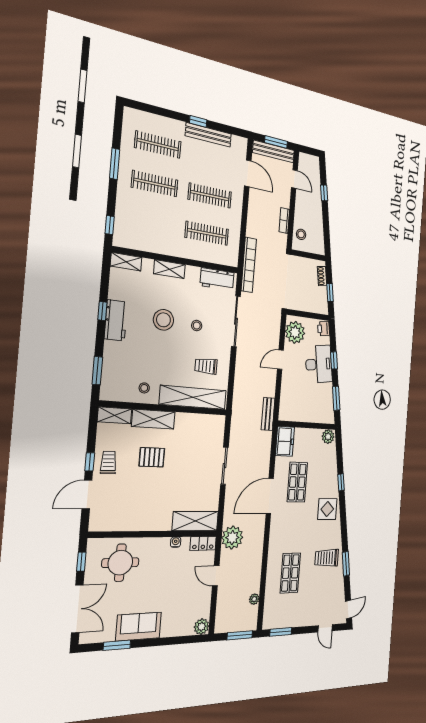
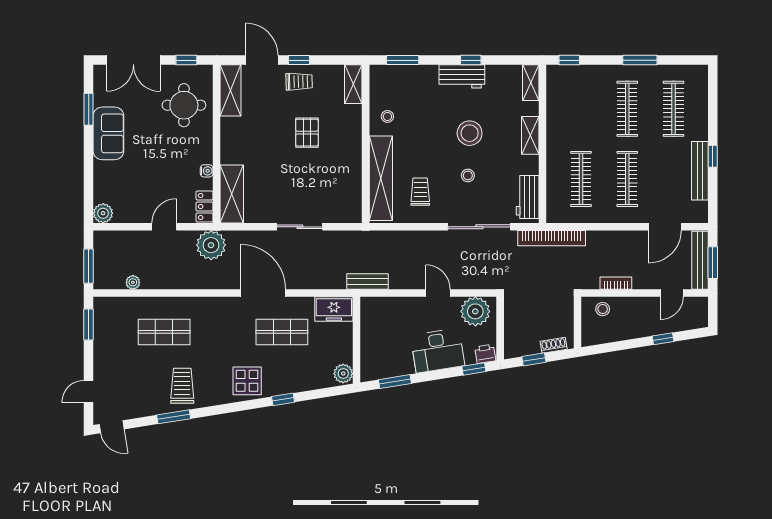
window: (334, 360) -> (474, 369), moved
shelving: (153, 419) -> (231, 90), moved

